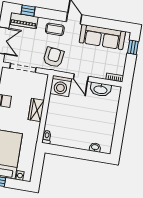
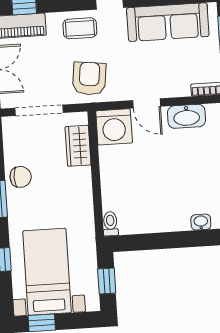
wardrobe: (36, 110) -> (78, 146), moved
window: (38, 167) -> (107, 281), added

